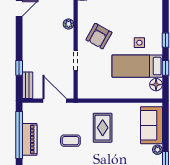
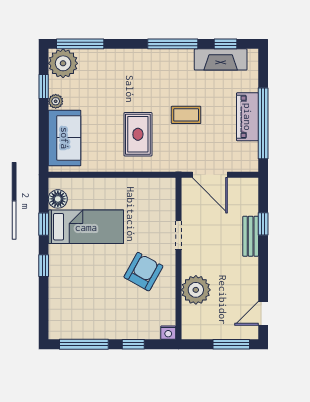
plant: (69, 24) -> (196, 290), width x1.88, depth x1.88
side table: (139, 43) -> (83, 262), removed
bench: (27, 85) -> (251, 236), moved

